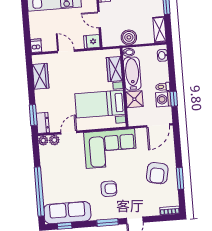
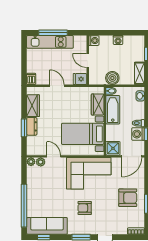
shower: (134, 99) -> (113, 148), moved
window: (33, 115) -> (24, 128), moved
dresser: (43, 123) -> (32, 126), moved
door: (69, 132) -> (54, 156), hinge flipped
armchair: (157, 173) -> (128, 198), turned -101
armchair: (109, 189) -> (85, 208), turned 180

